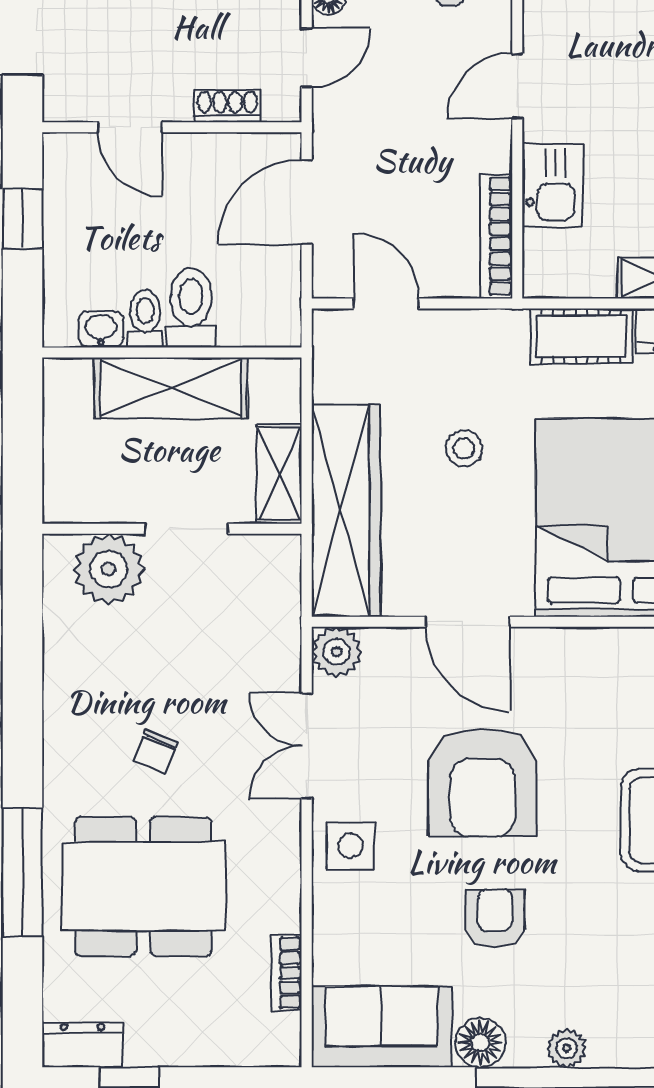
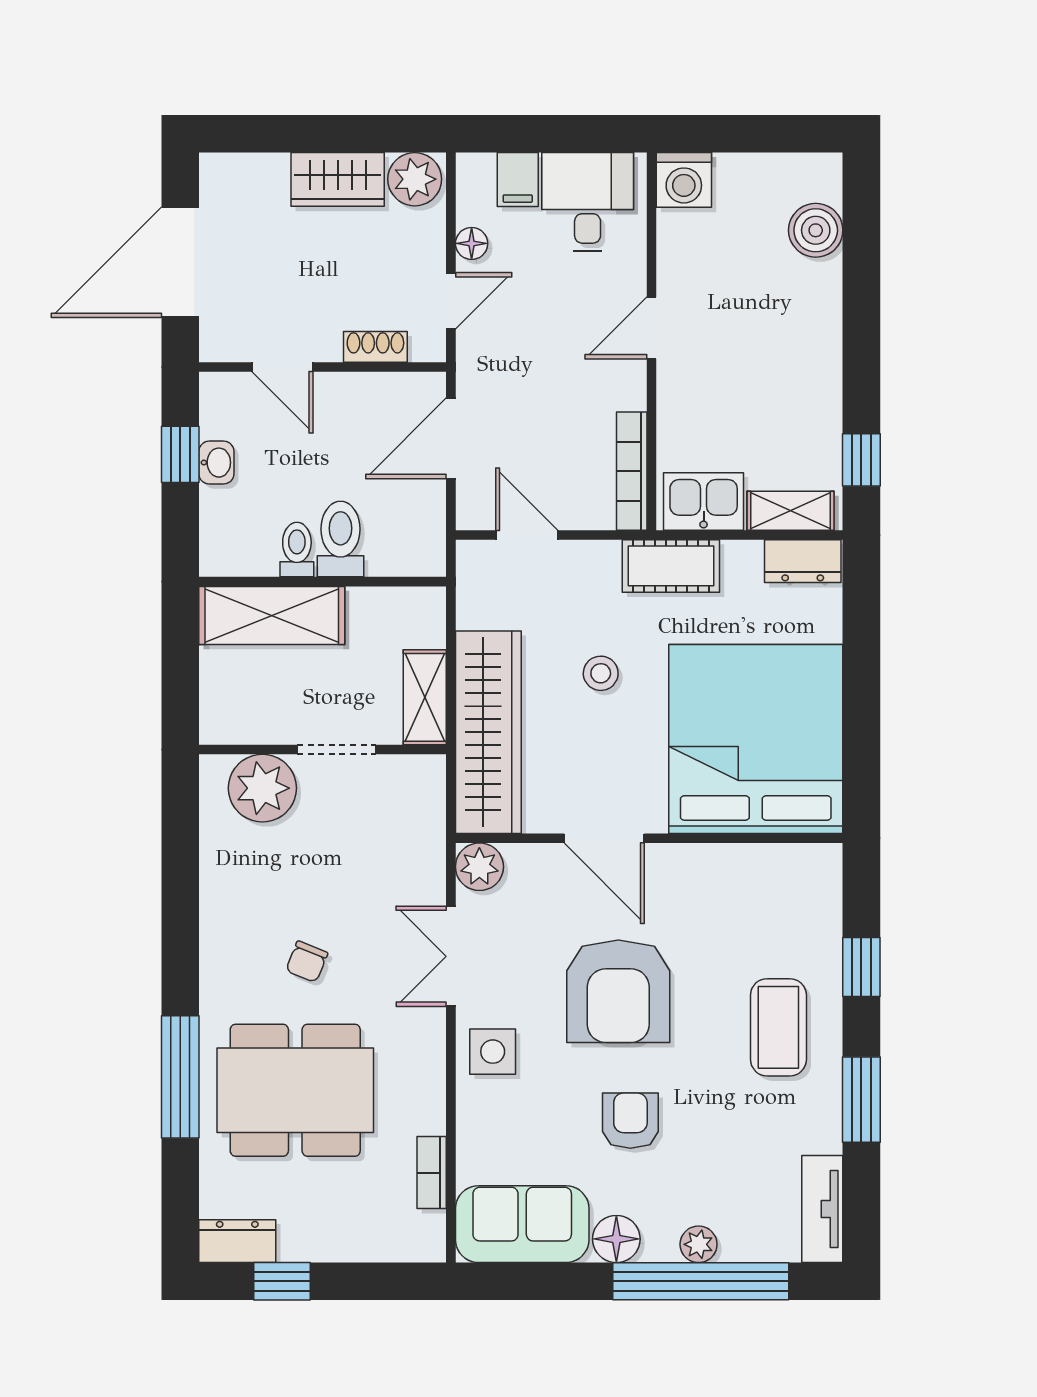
kitchen sink: (552, 185) -> (704, 501), moved, turned -90
washbasin: (101, 329) -> (216, 463), moved, turned 90
cot: (581, 336) -> (671, 566), moved
shelving: (171, 388) -> (272, 615), moved

